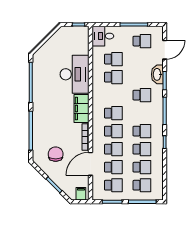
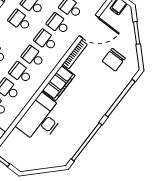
school desk: (113, 95) -> (21, 73), added

